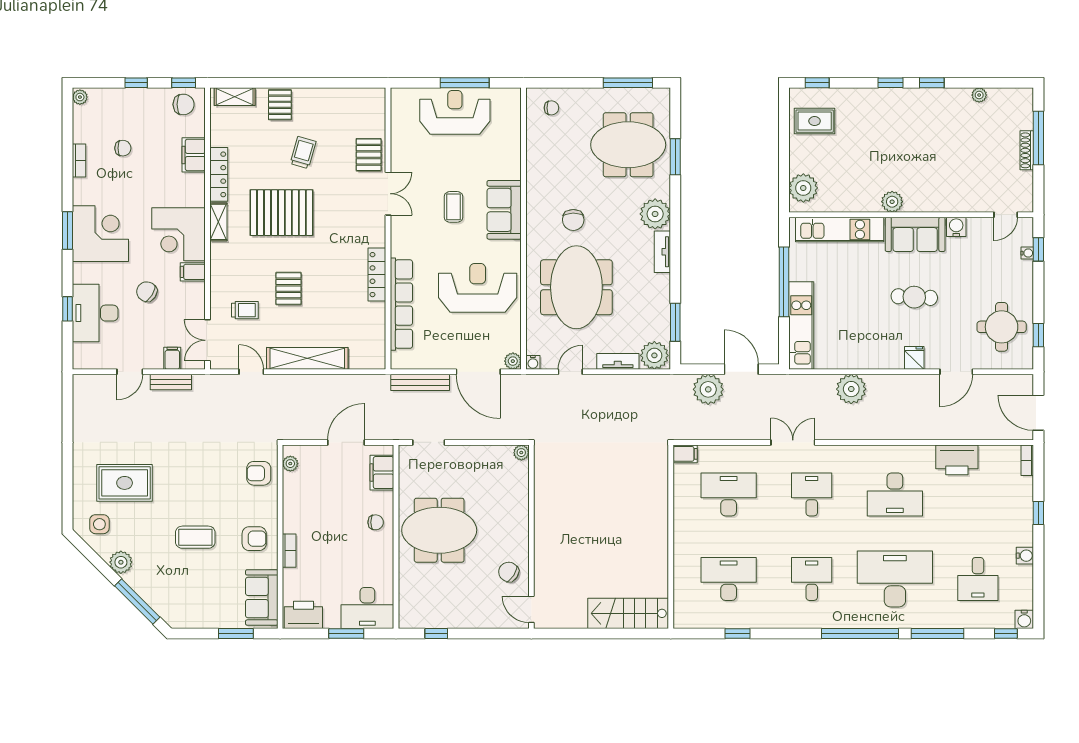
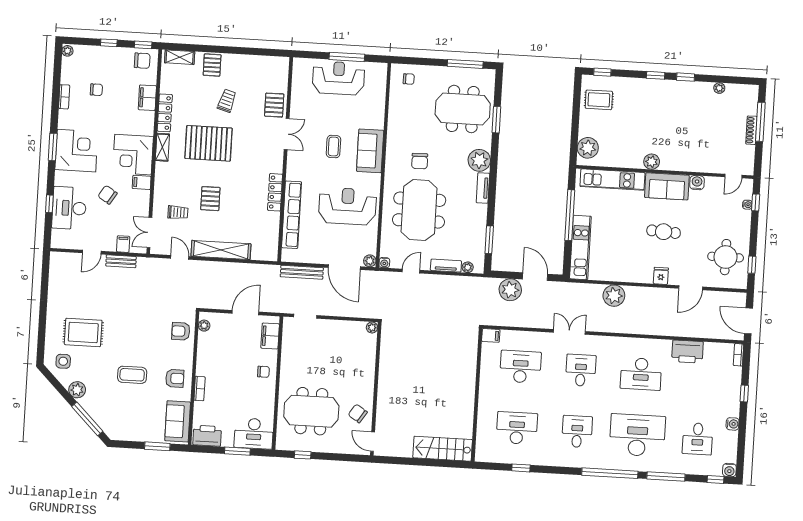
plant: (654, 355) -> (468, 267), width x0.53, depth x0.53
meeting table: (439, 530) -> (311, 411), moved

